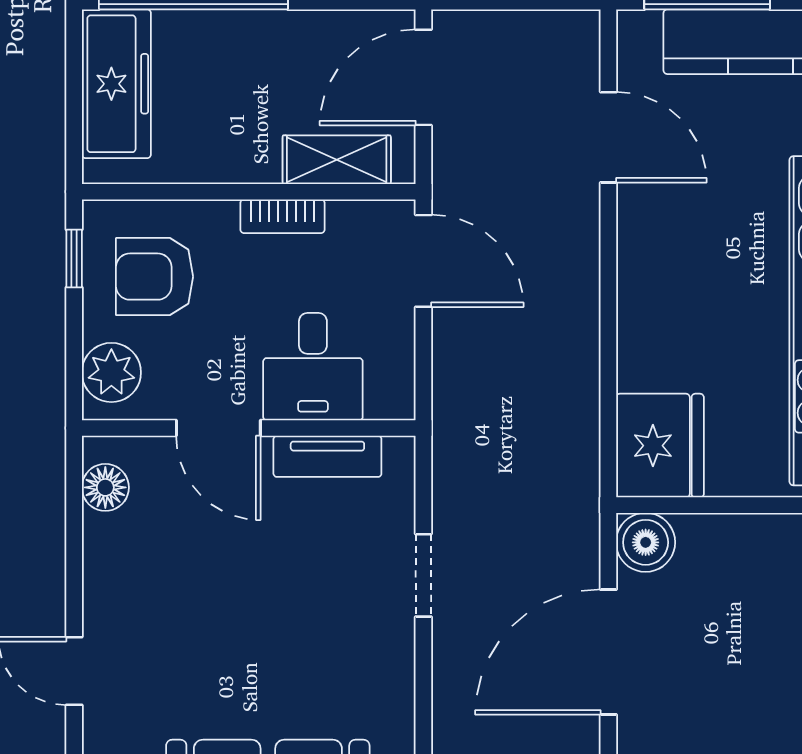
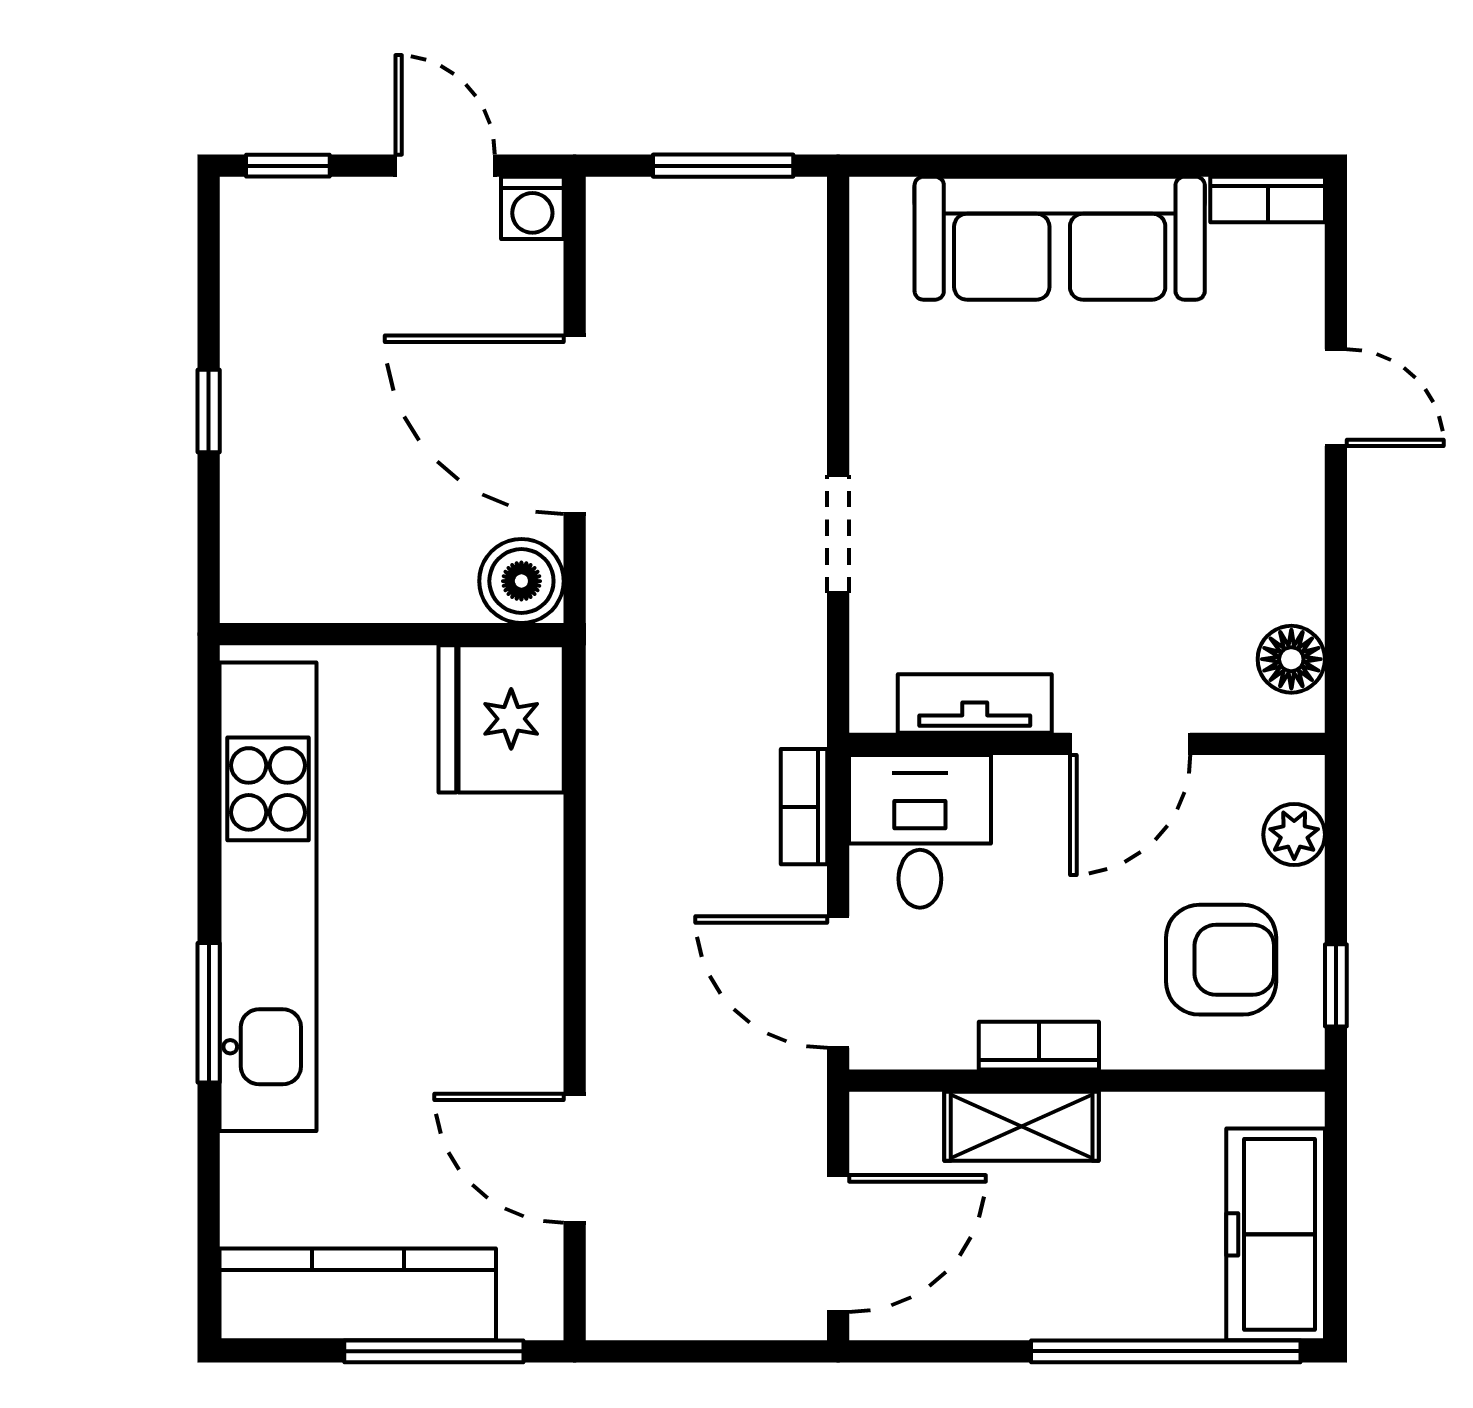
shelving: (337, 160) -> (1022, 1126), moved
desk: (313, 367) -> (920, 831), moved
plant: (111, 372) -> (1294, 835), width x0.73, depth x0.73
bookcase: (447, 384) -> (804, 807), added
door: (218, 428) -> (1130, 744), swing flipped
door: (608, 652) -> (575, 425), swing flipped

